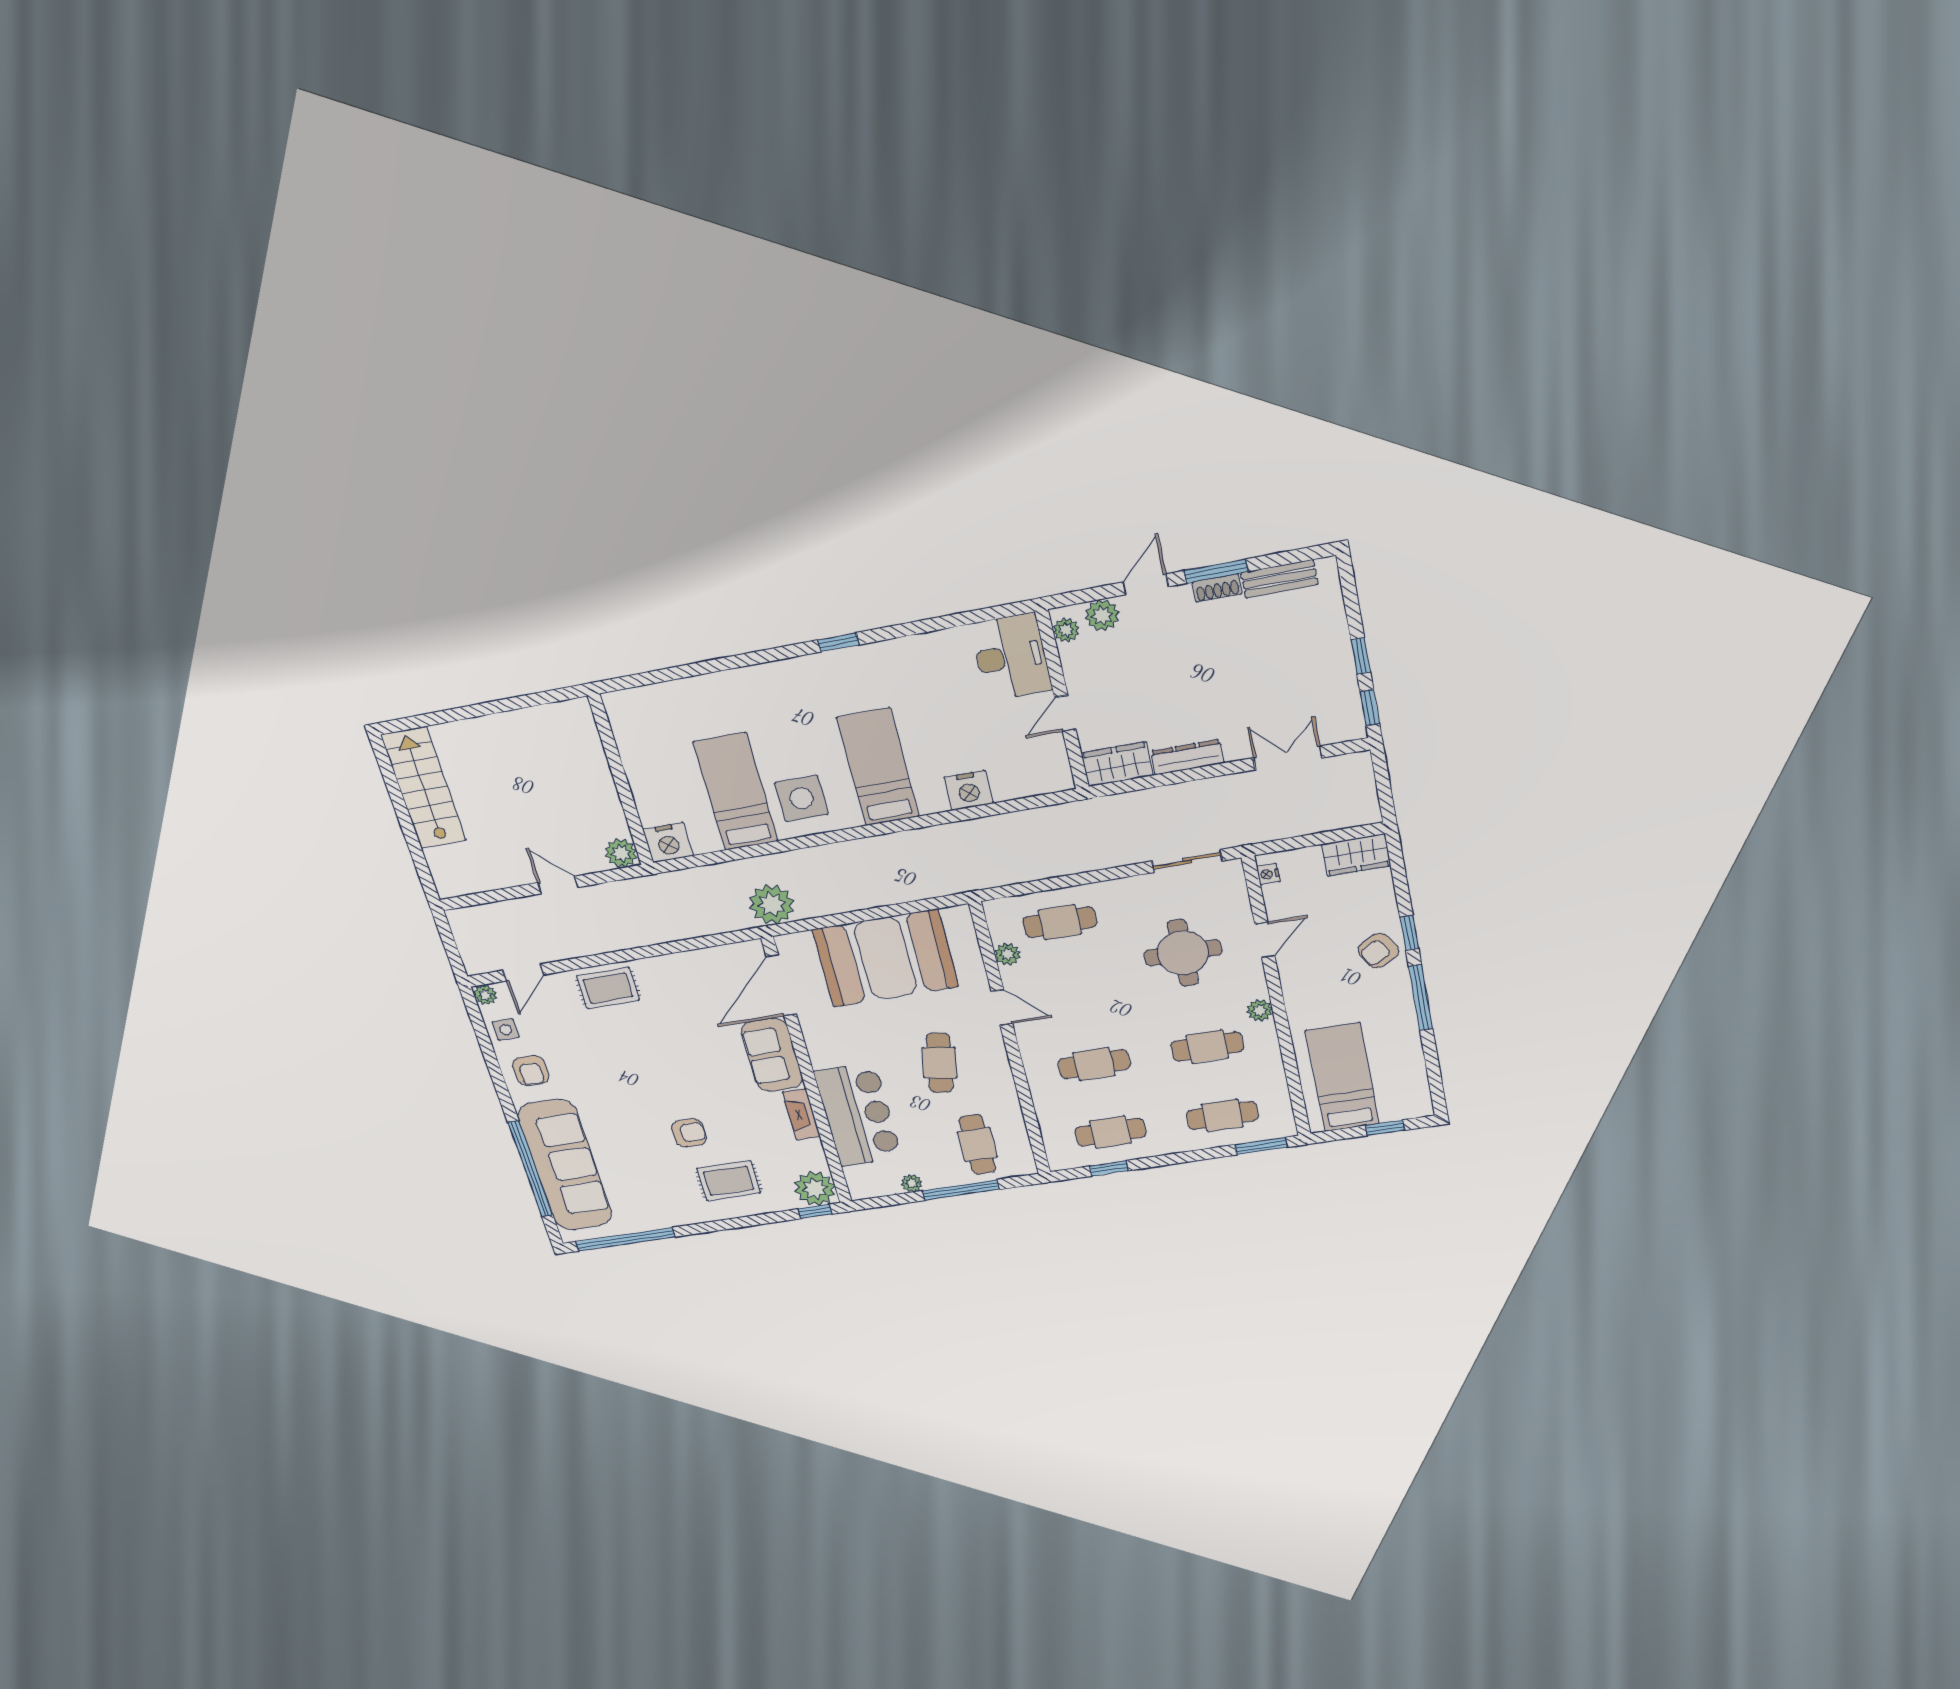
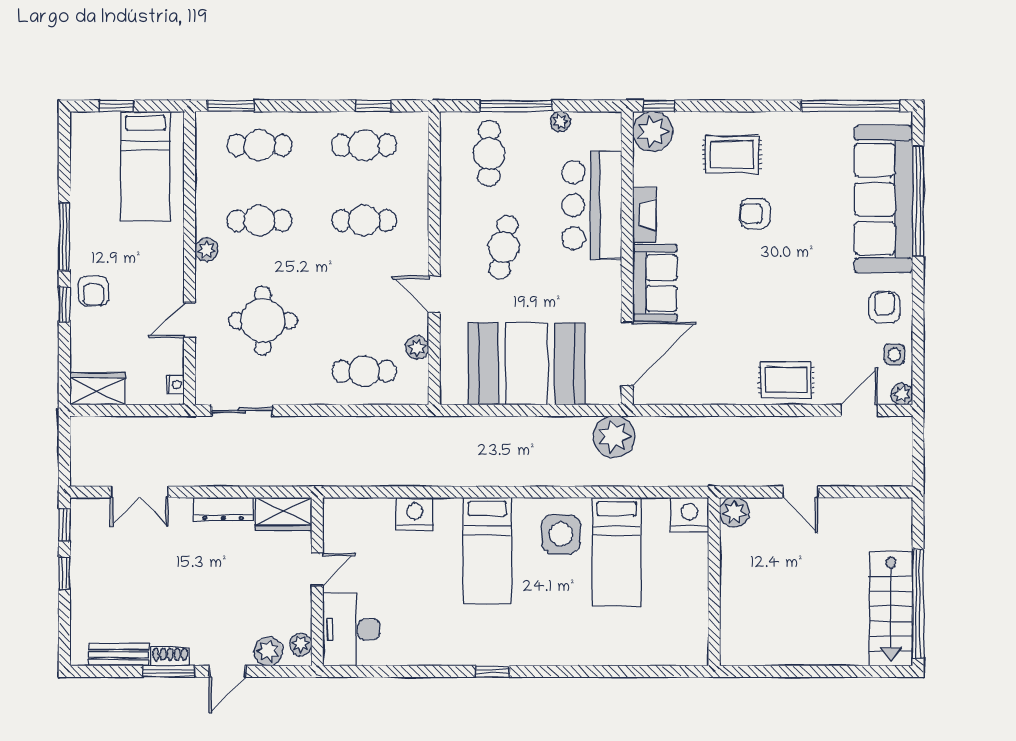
window: (397, 798) -> (918, 604), added
armchair: (1378, 951) -> (93, 291), turned 119

